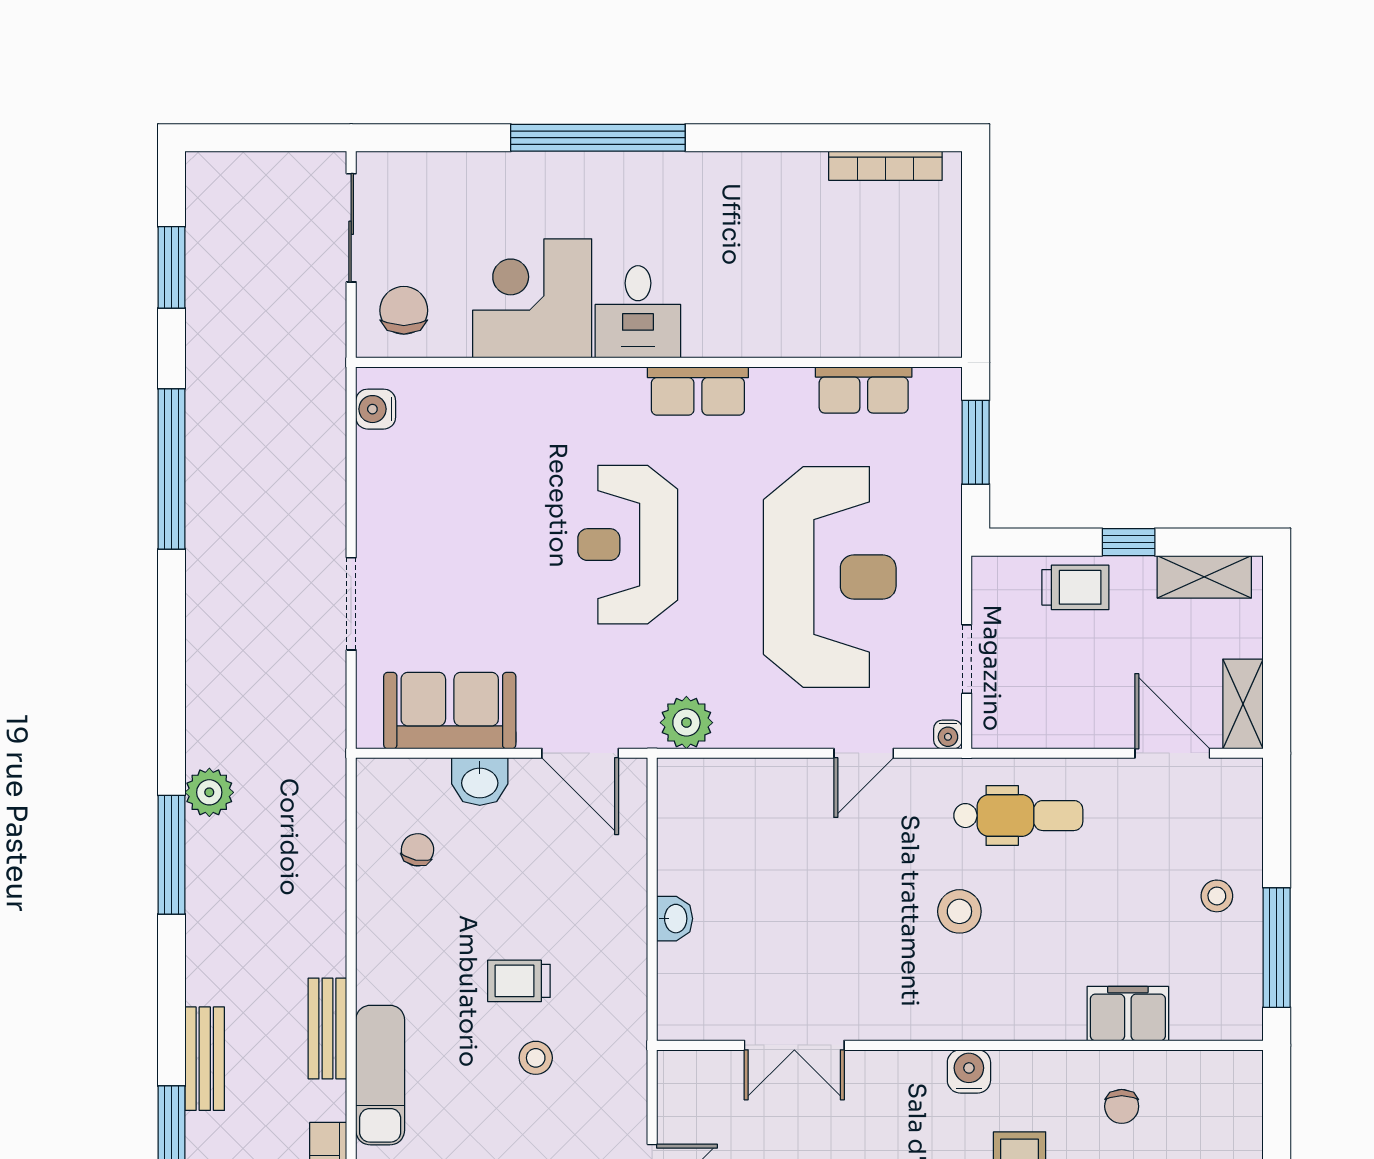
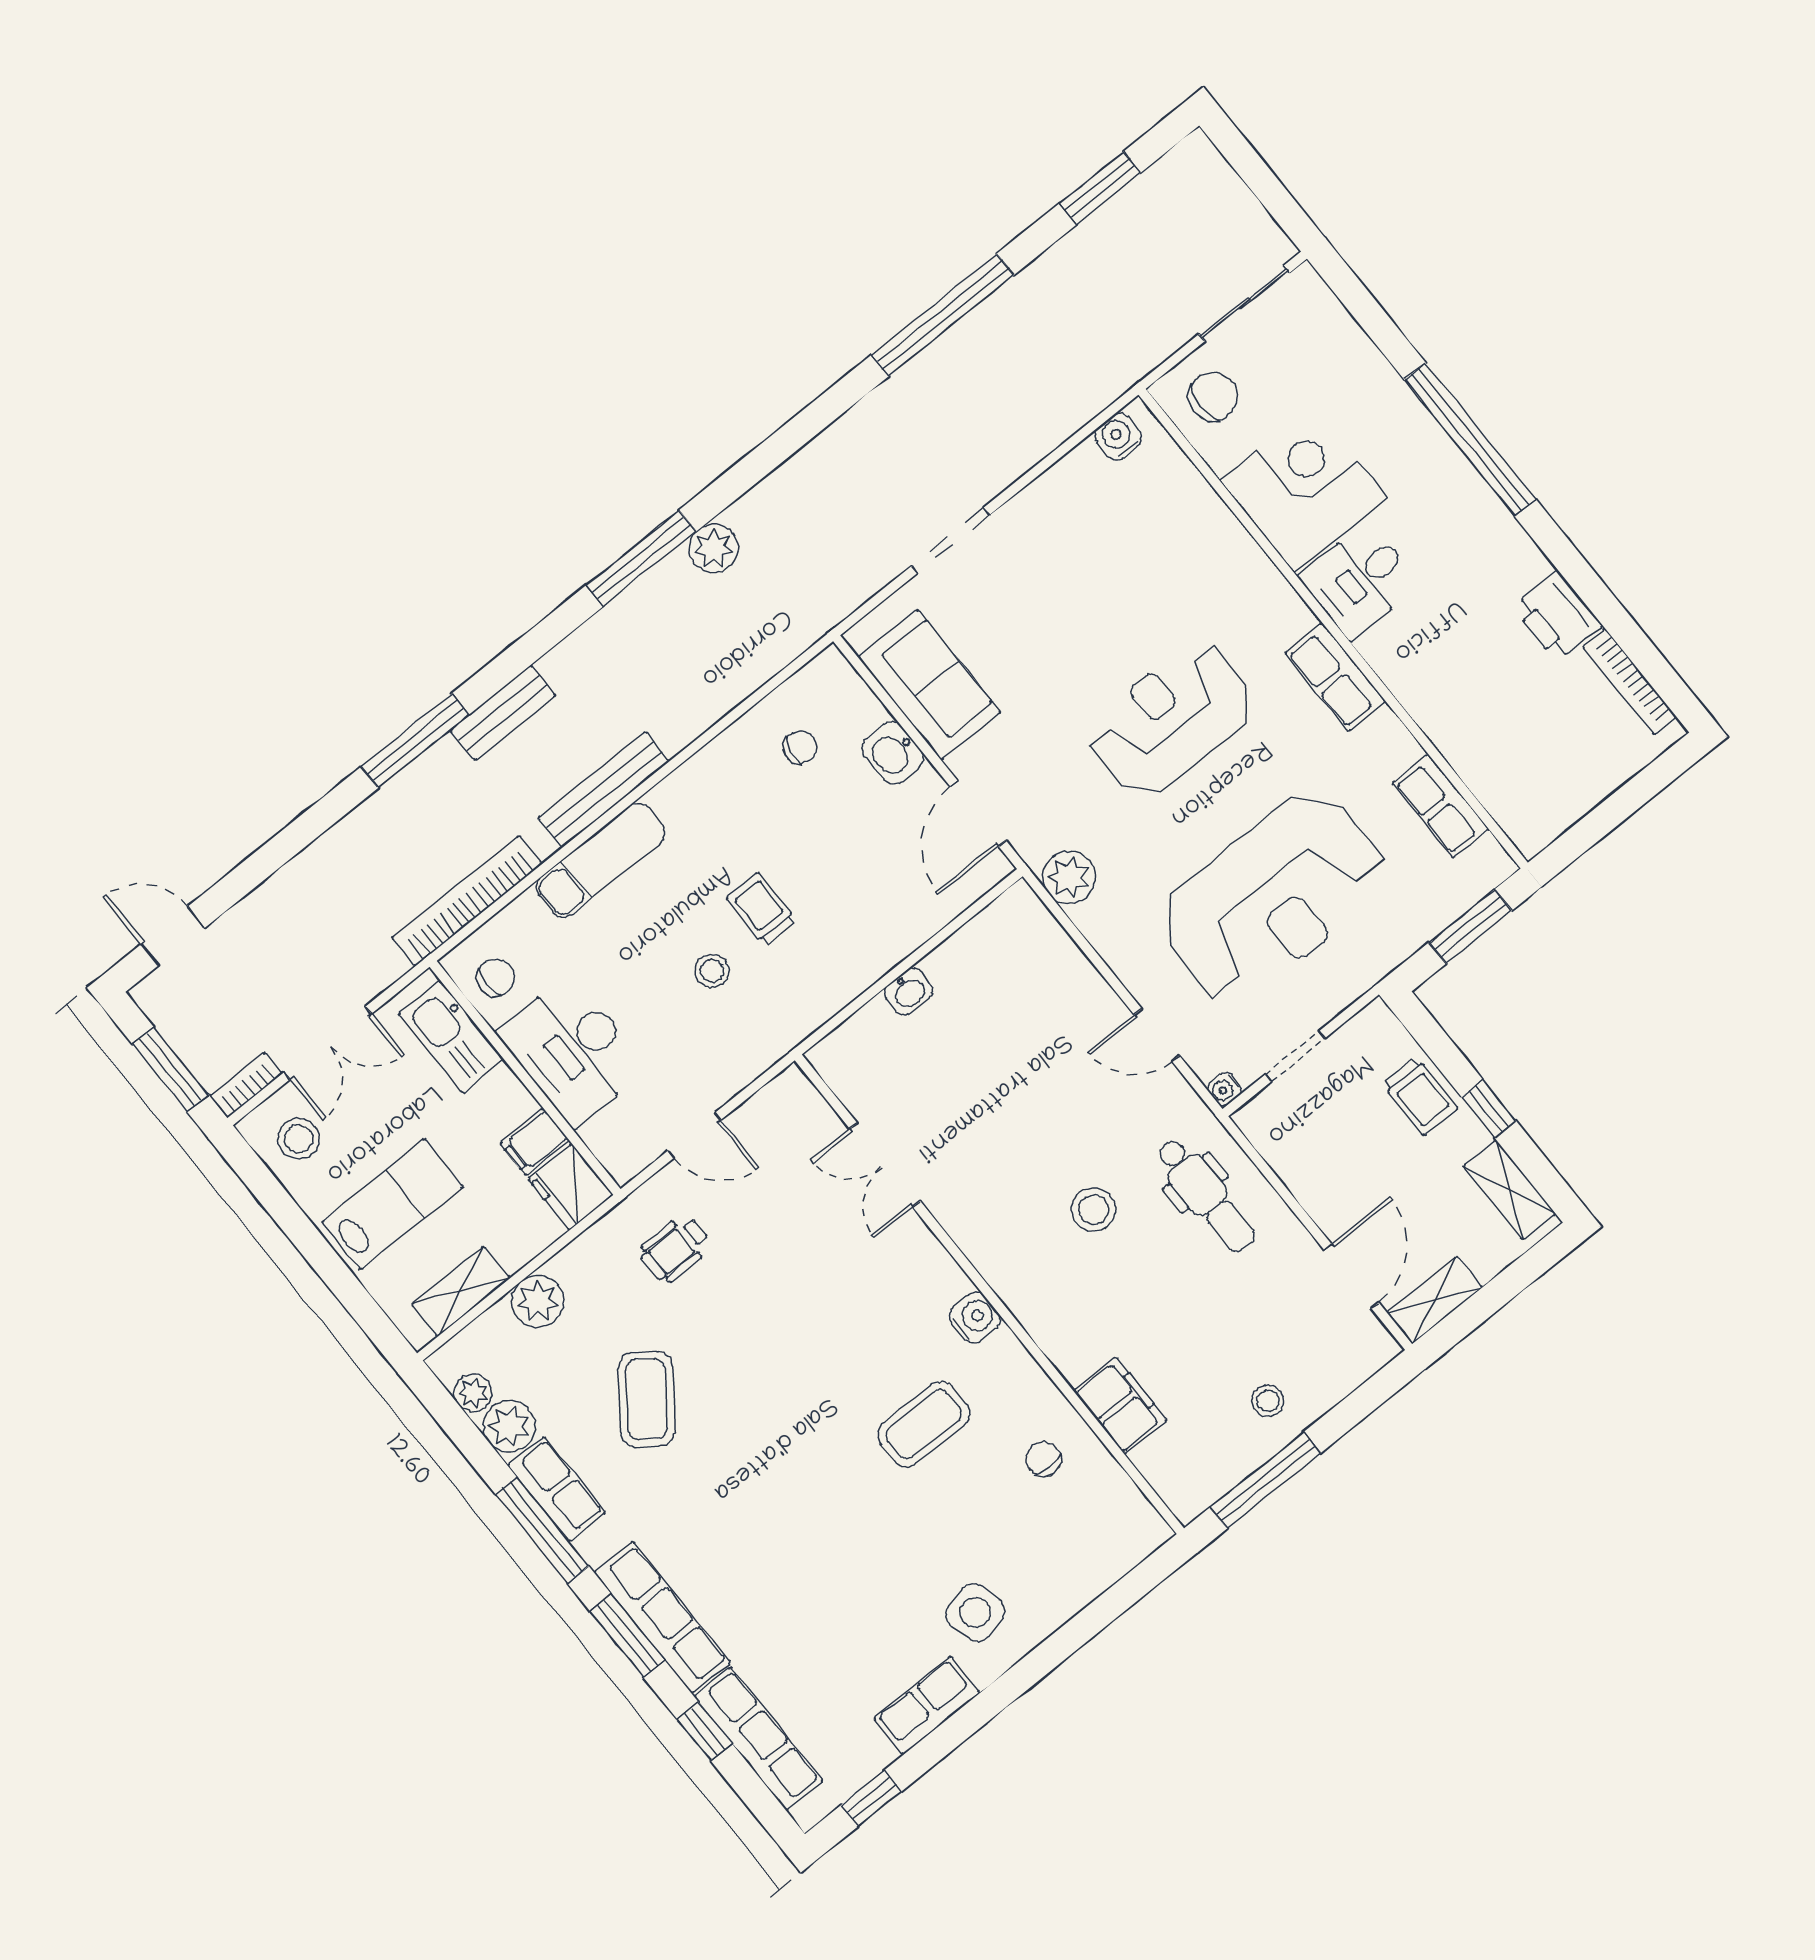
printer: (789, 181) -> (1557, 616), added
bench: (327, 1028) -> (604, 790), width x1.36
chair: (1122, 1106) -> (1044, 1459), turned 90

